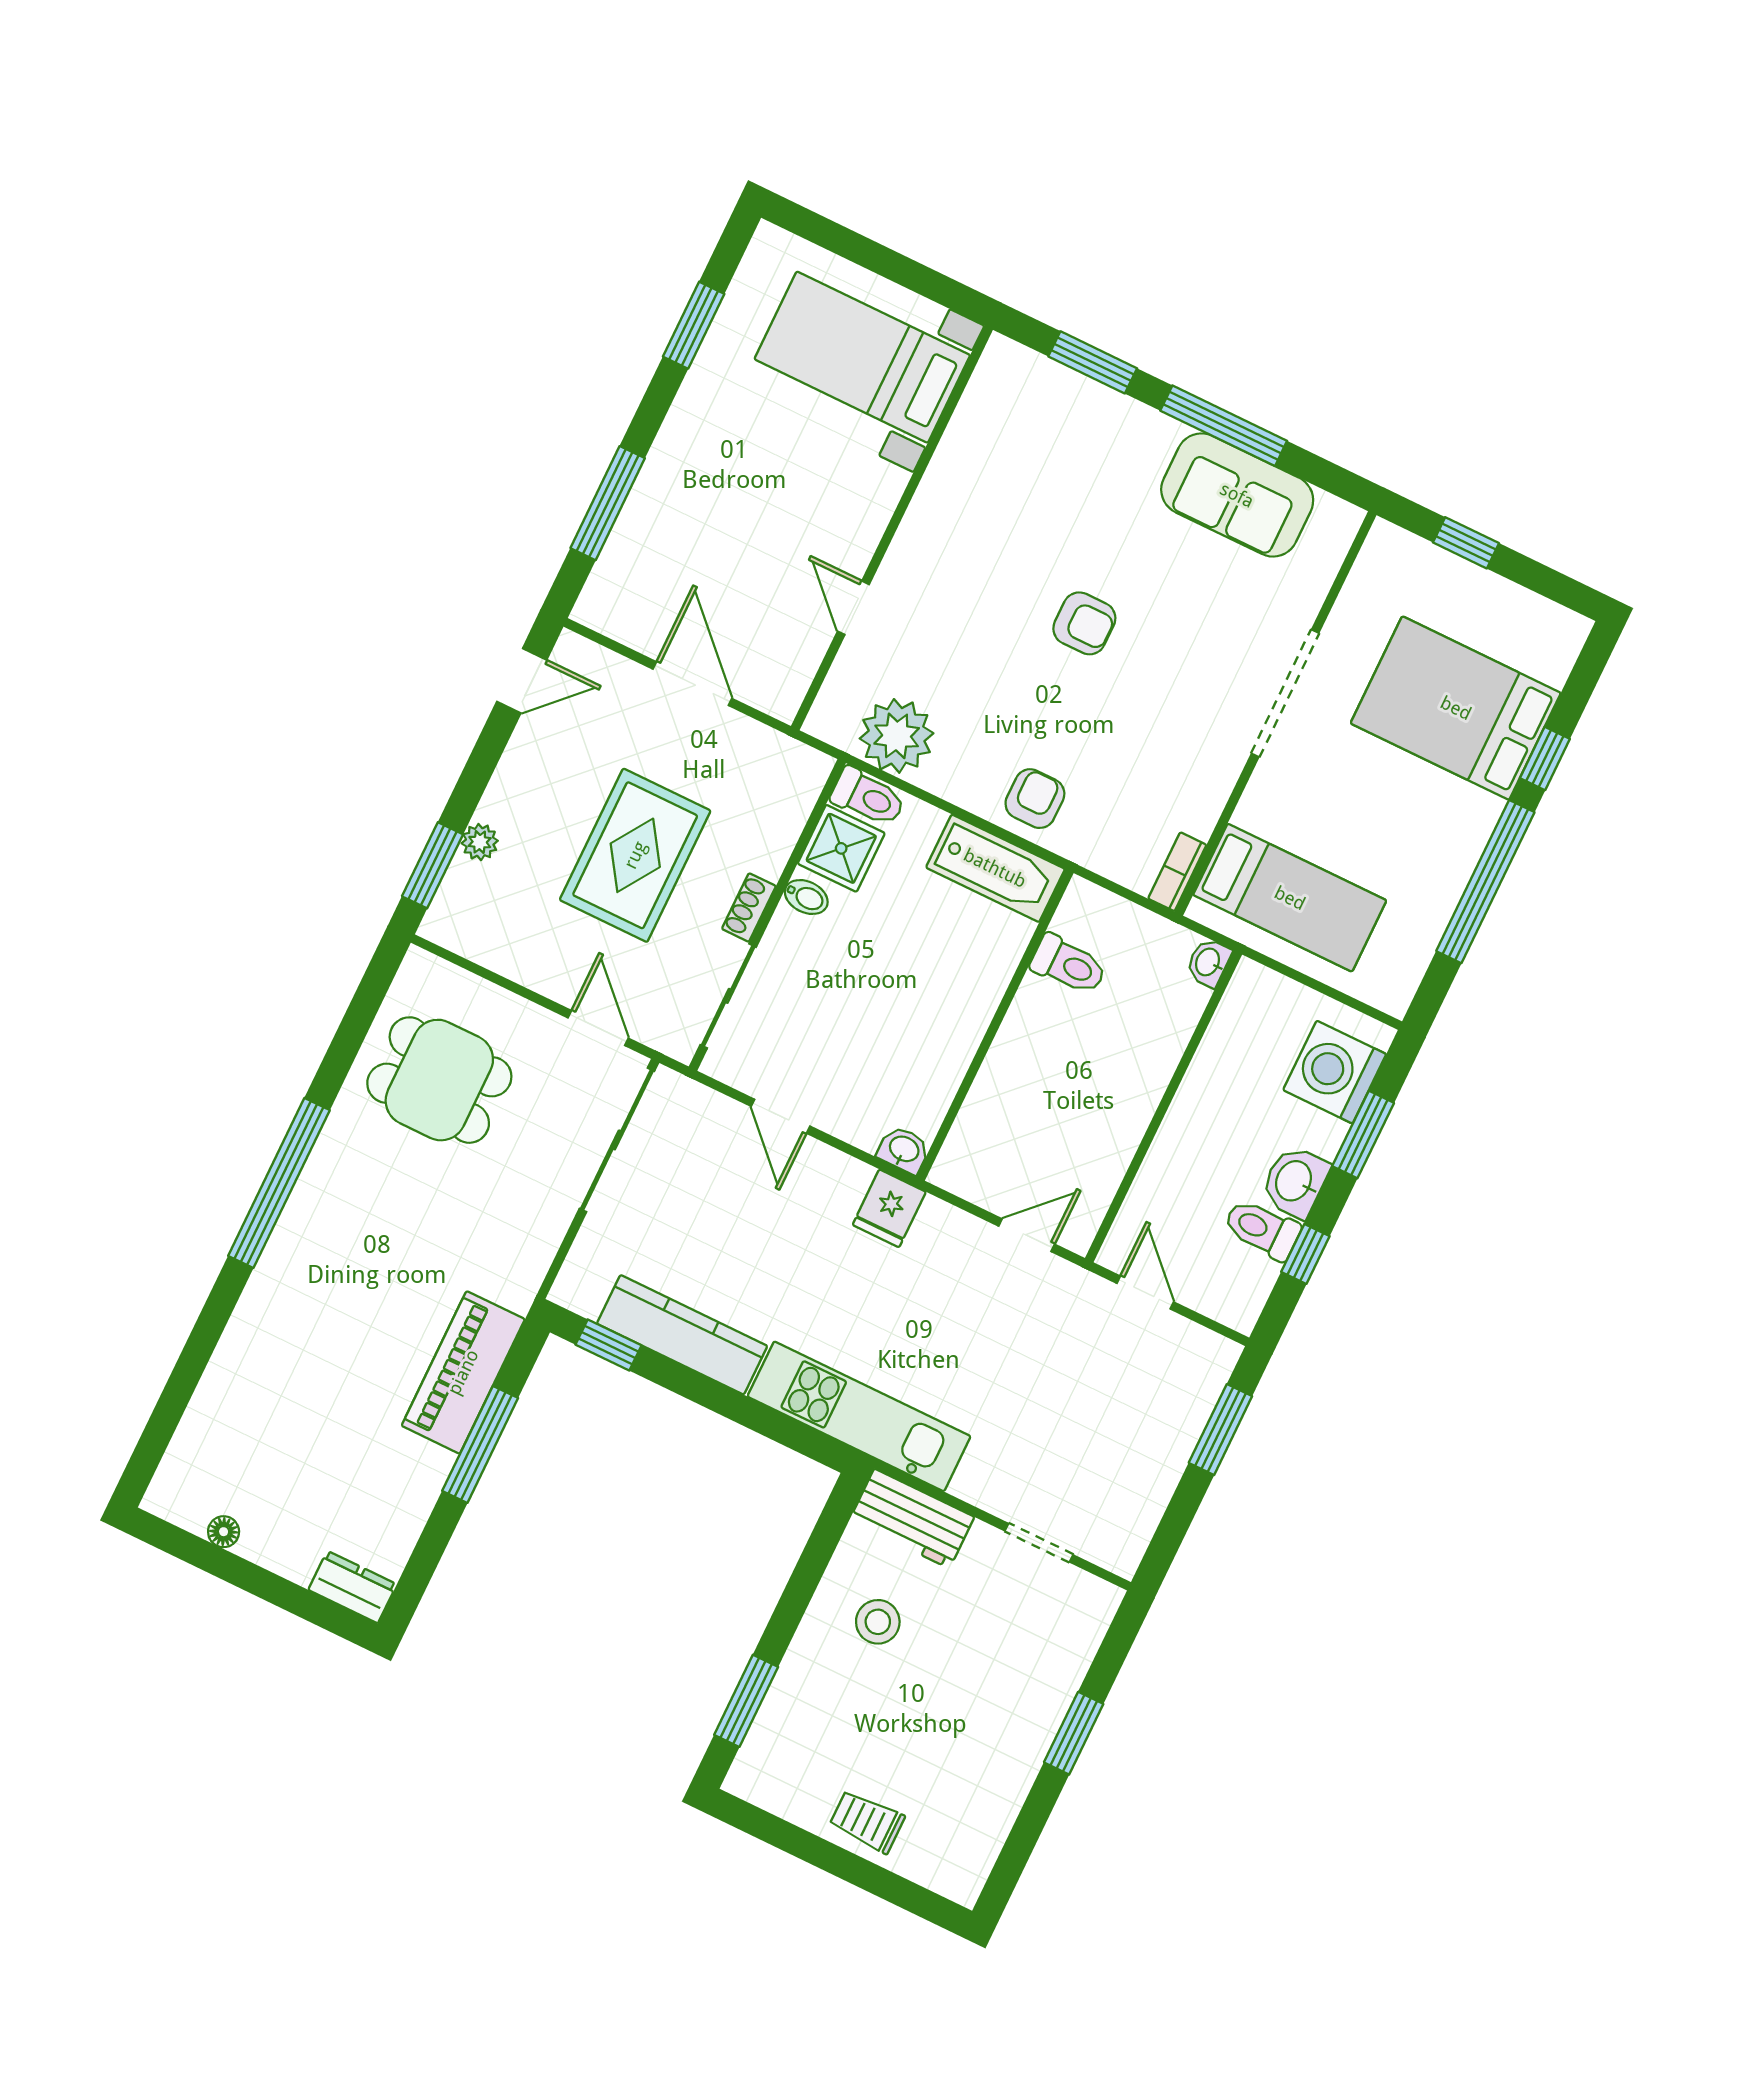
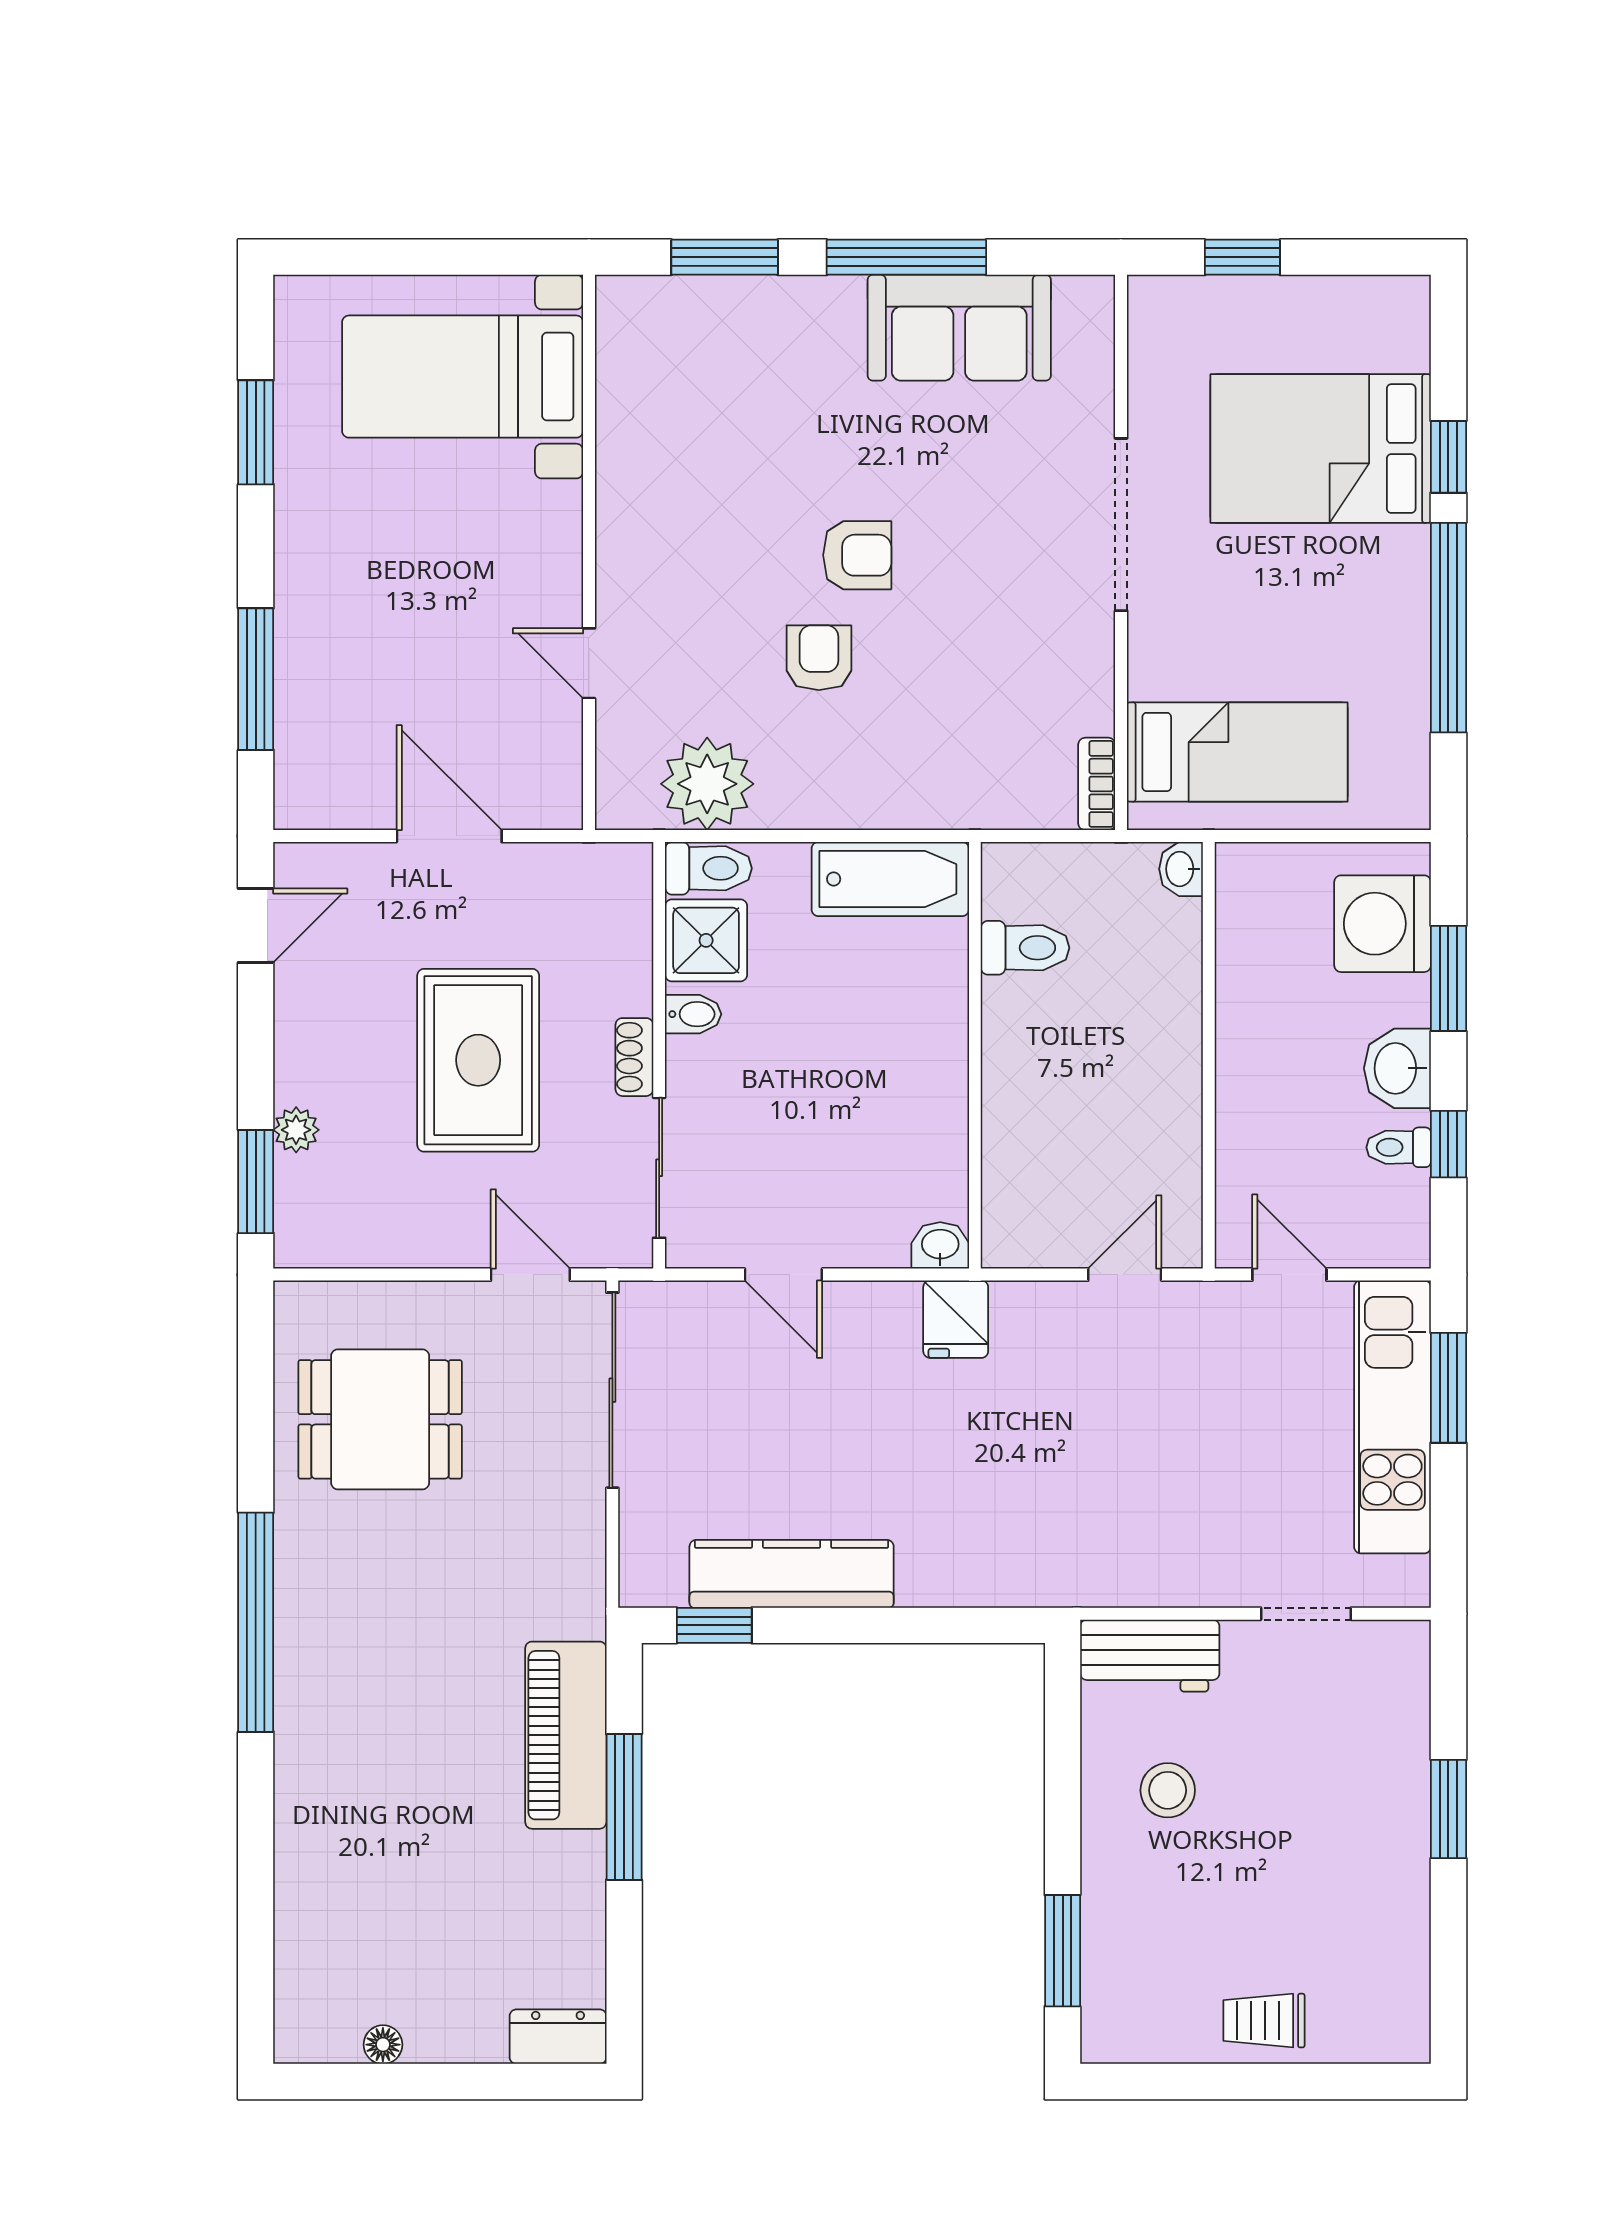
armchair: (1035, 799) -> (819, 658), moved
toilet: (1262, 1229) -> (1399, 1147), width x0.73, depth x0.72
kitchen unit: (859, 1416) -> (1392, 1417), moved, turned -90

